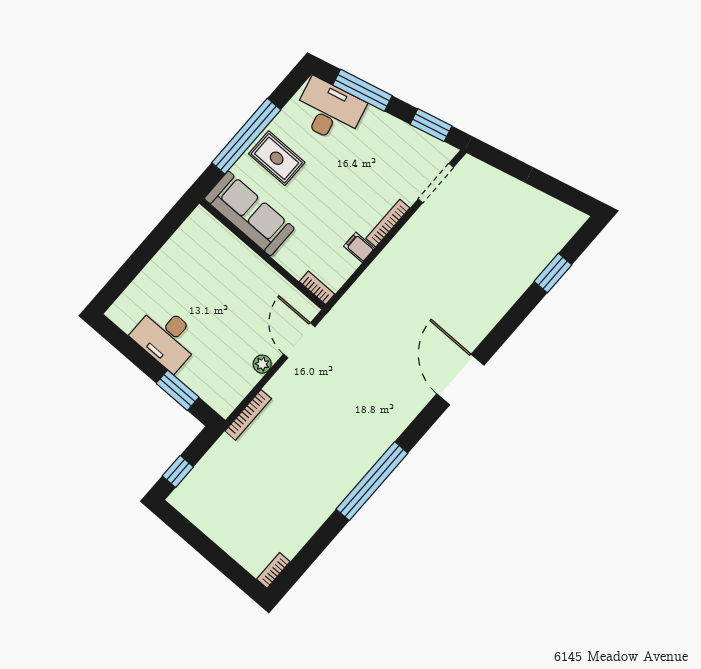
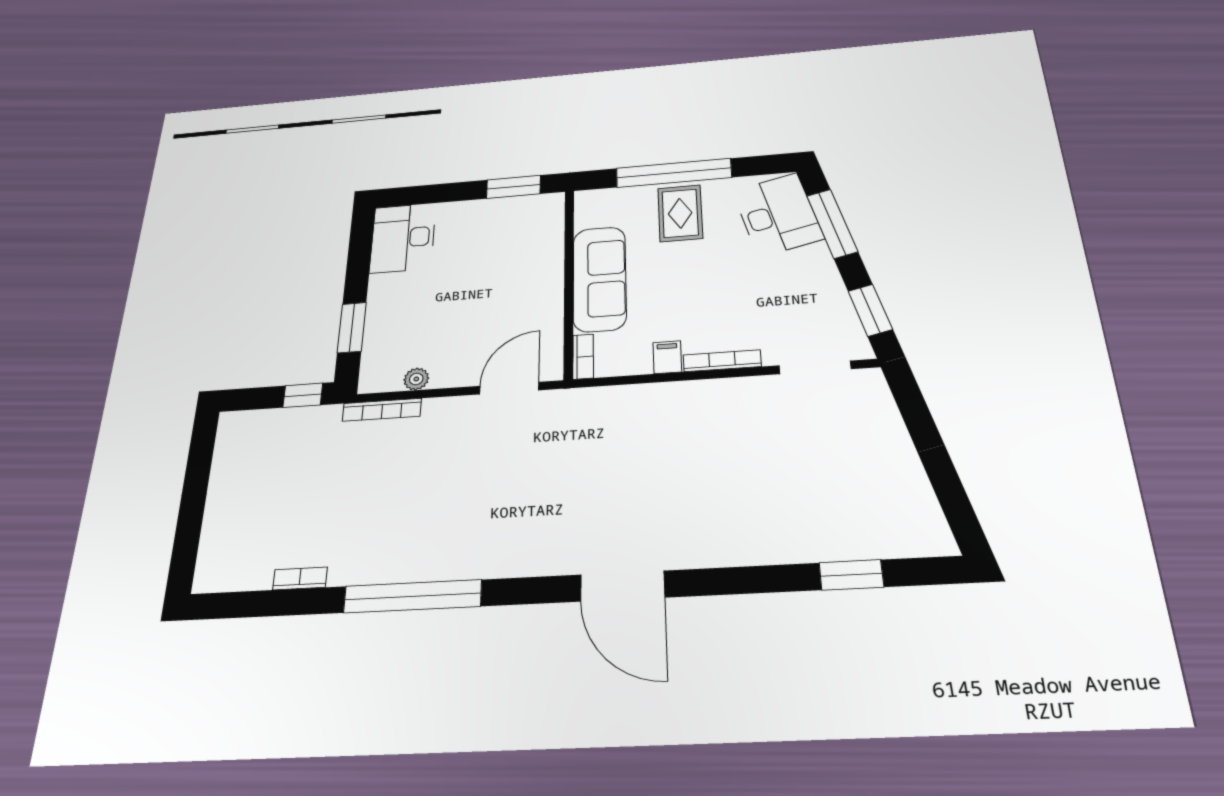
sofa: (249, 213) -> (599, 279), moved
window: (167, 228) -> (514, 187), added
desk: (166, 338) -> (403, 238), moved
plant: (262, 364) -> (416, 379), moved
door: (460, 379) -> (622, 586), swing flipped
window: (178, 471) -> (303, 395), moved
bookcase: (273, 570) -> (300, 578), moved

